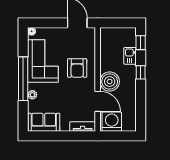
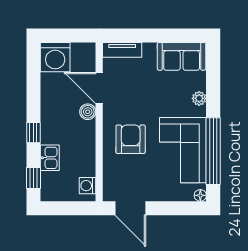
washing machine: (105, 38) -> (87, 186), added
window: (23, 79) -> (213, 151), moved
boiler: (110, 81) -> (88, 112), width x0.54, depth x0.54
washing machine: (112, 122) -> (55, 57), moved

